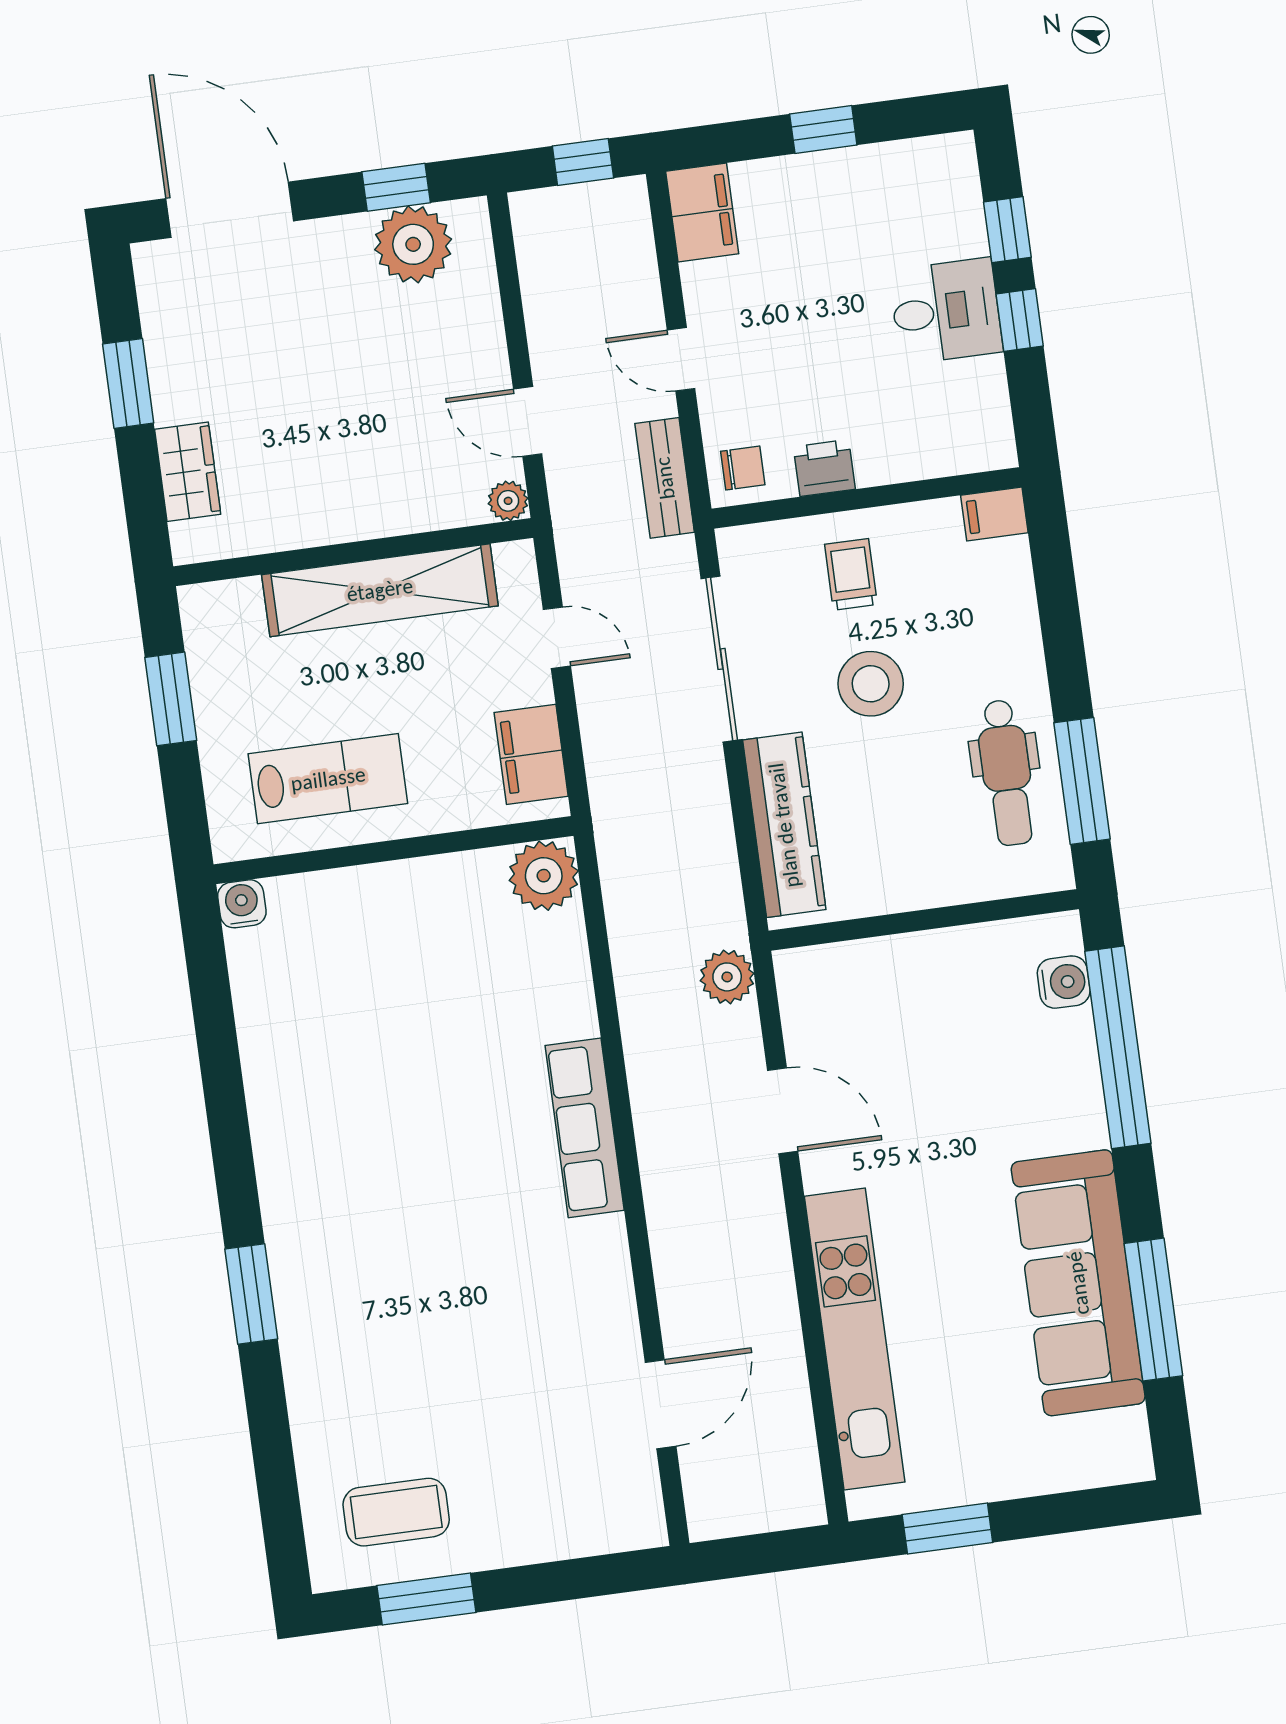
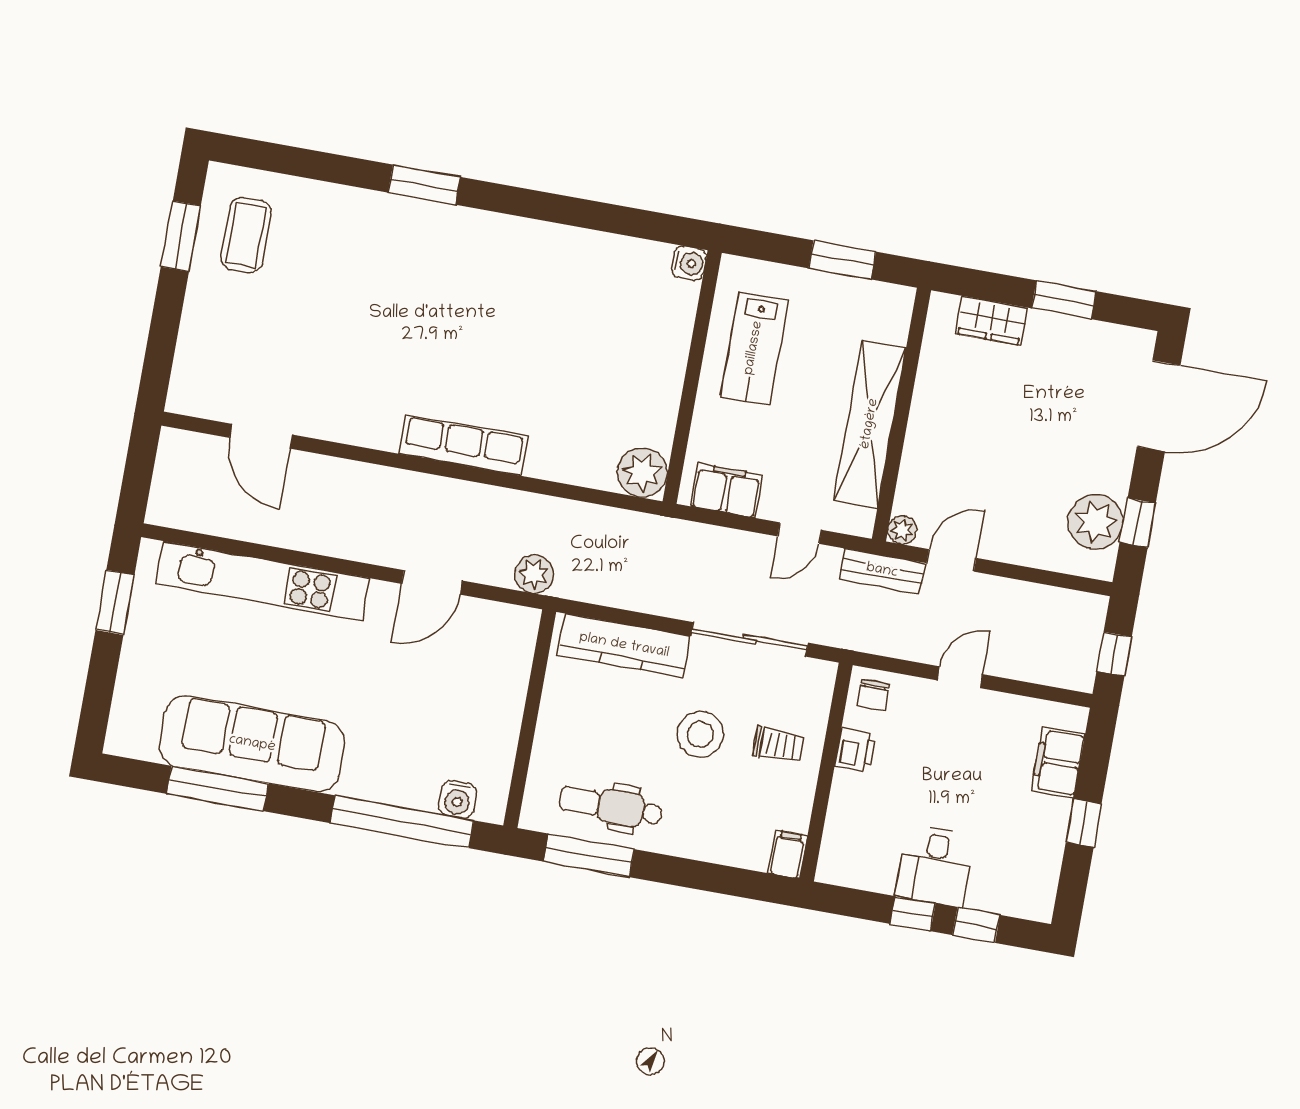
filing cabinet: (702, 212) -> (1058, 762), moved, turned 90
bench: (665, 478) -> (882, 571), moved

